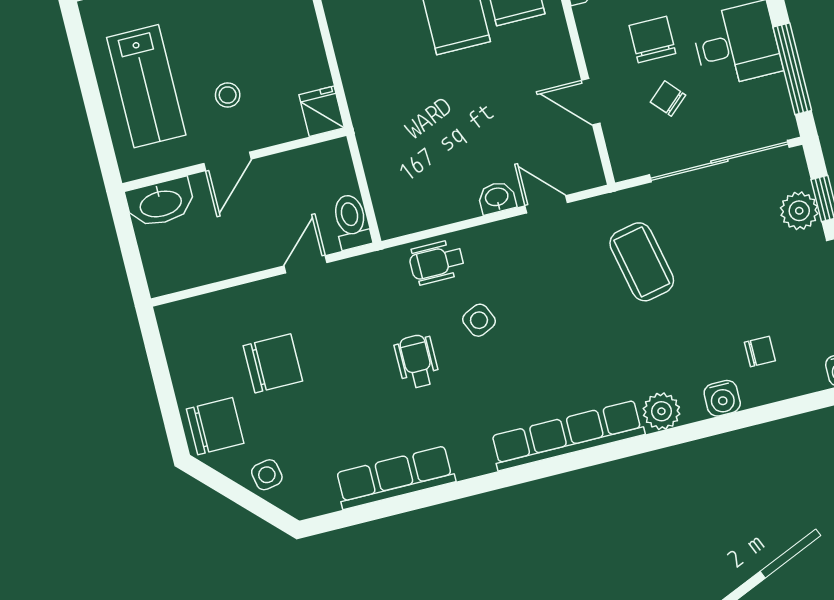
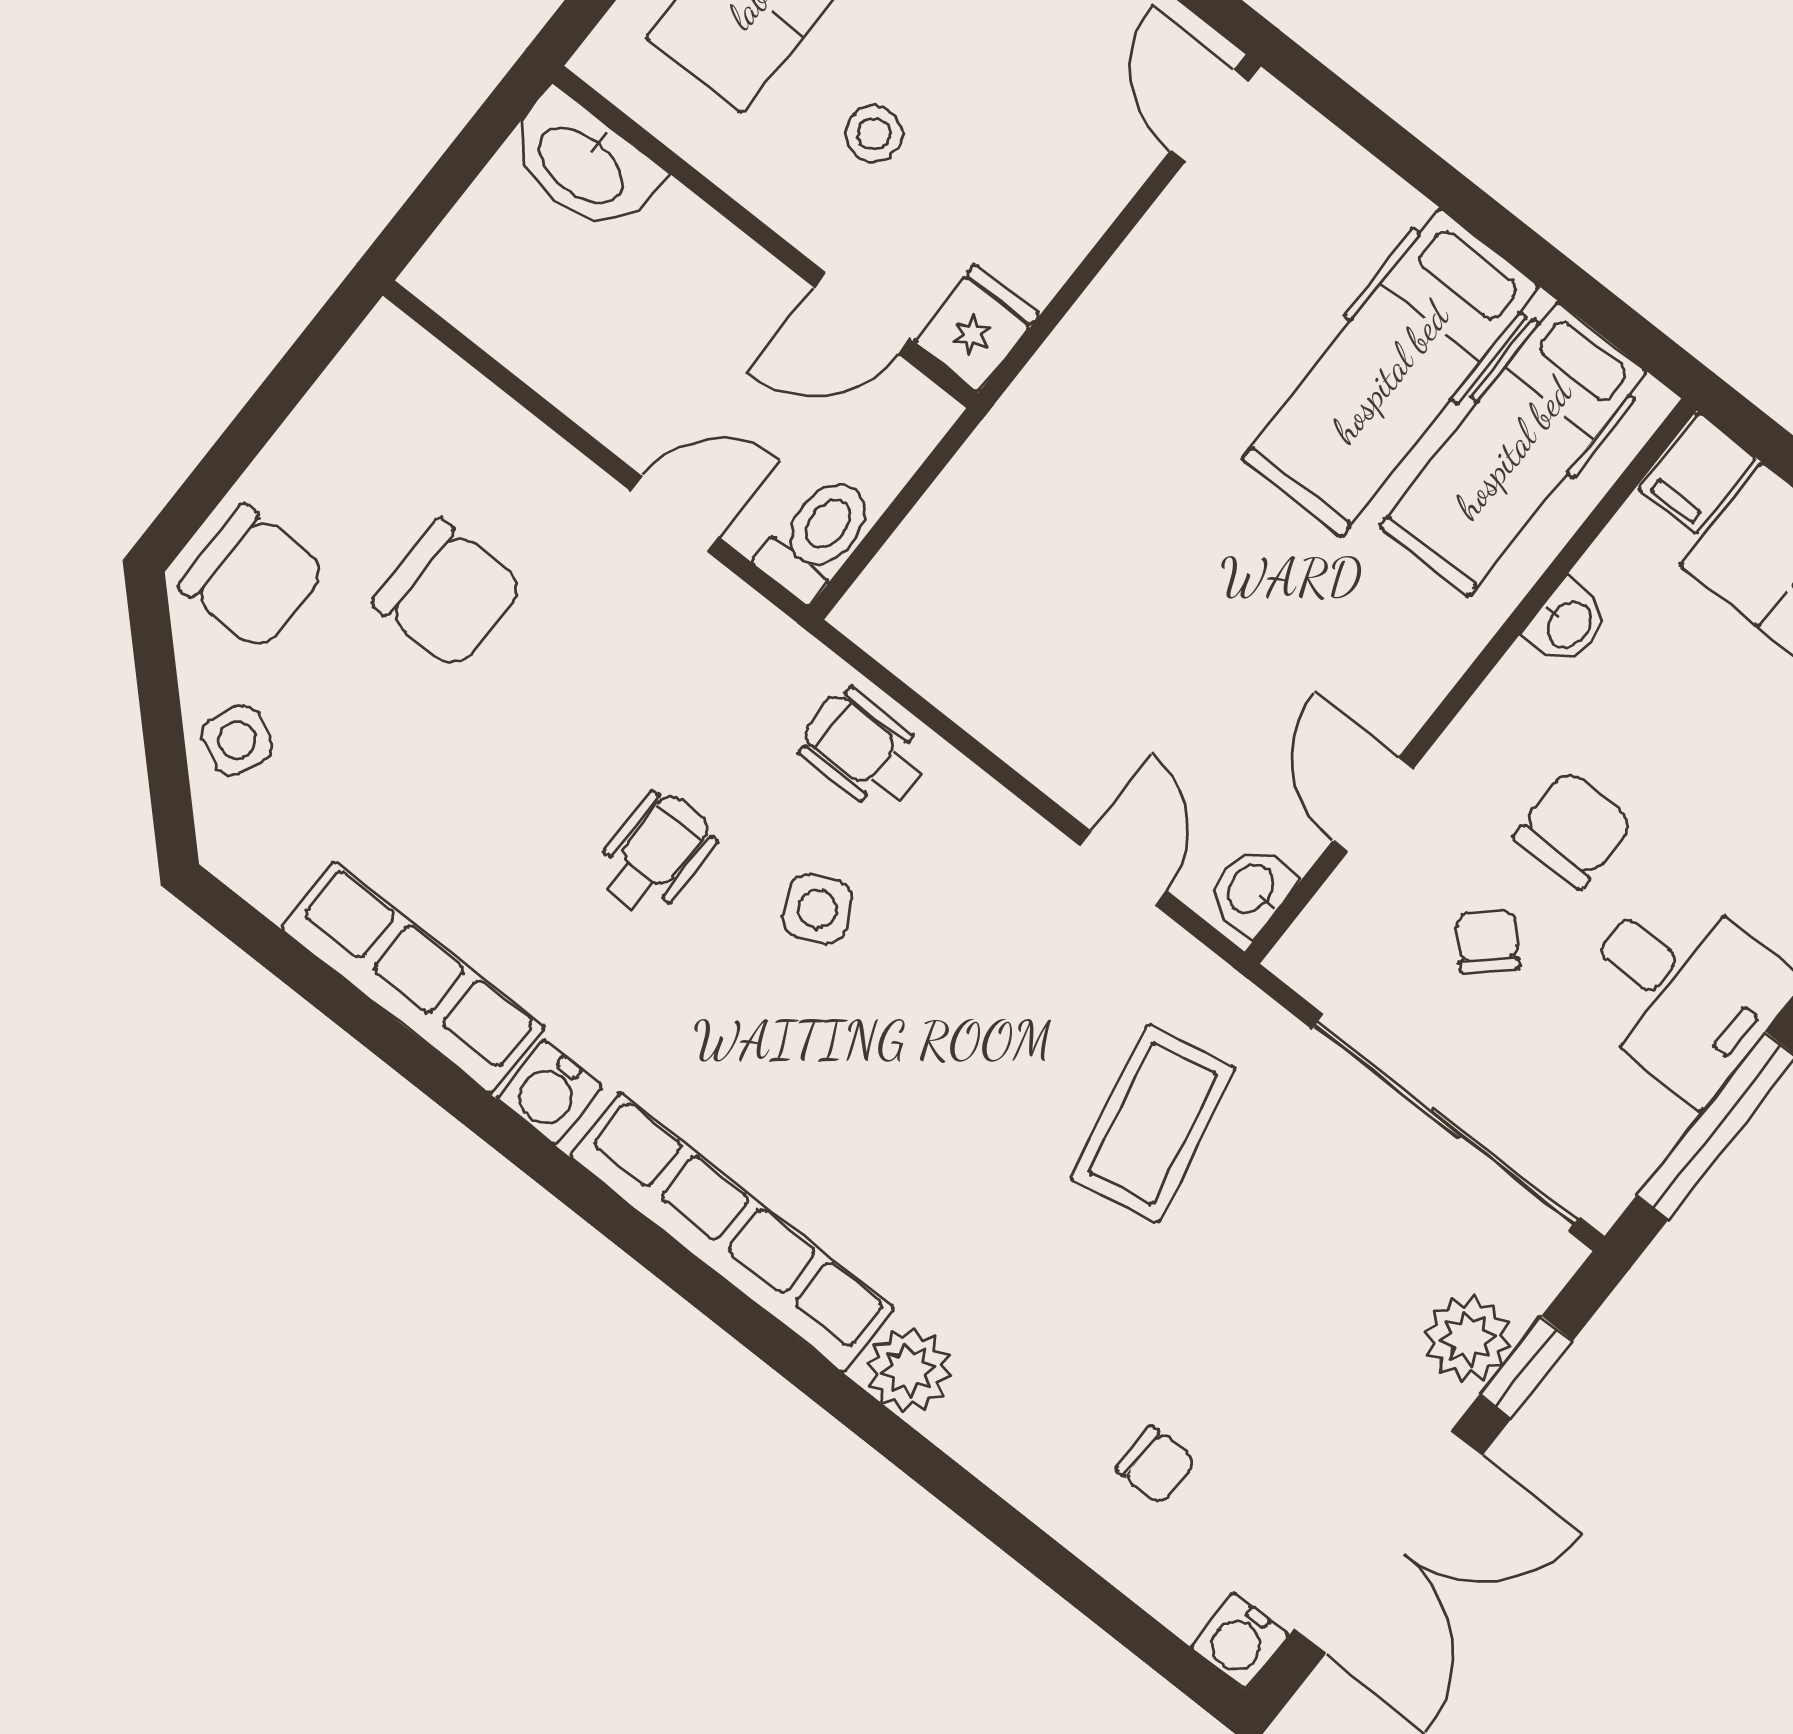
door: (228, 161) -> (862, 313), moved
washbasin: (497, 198) -> (1252, 890), moved, turned -90
water cooler: (722, 398) -> (549, 1092), moved
side table: (267, 475) -> (237, 740), turned 36

